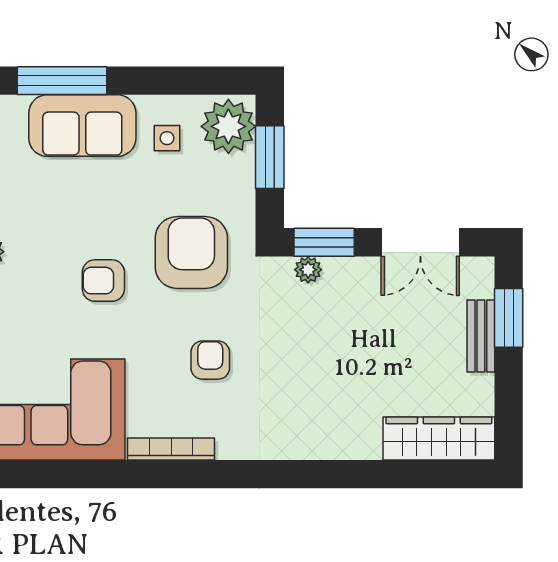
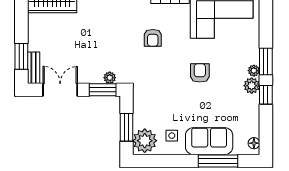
armchair: (191, 252) -> (161, 85), removed
armchair: (103, 281) -> (200, 73), turned -90
bench: (481, 336) -> (34, 68), moved

